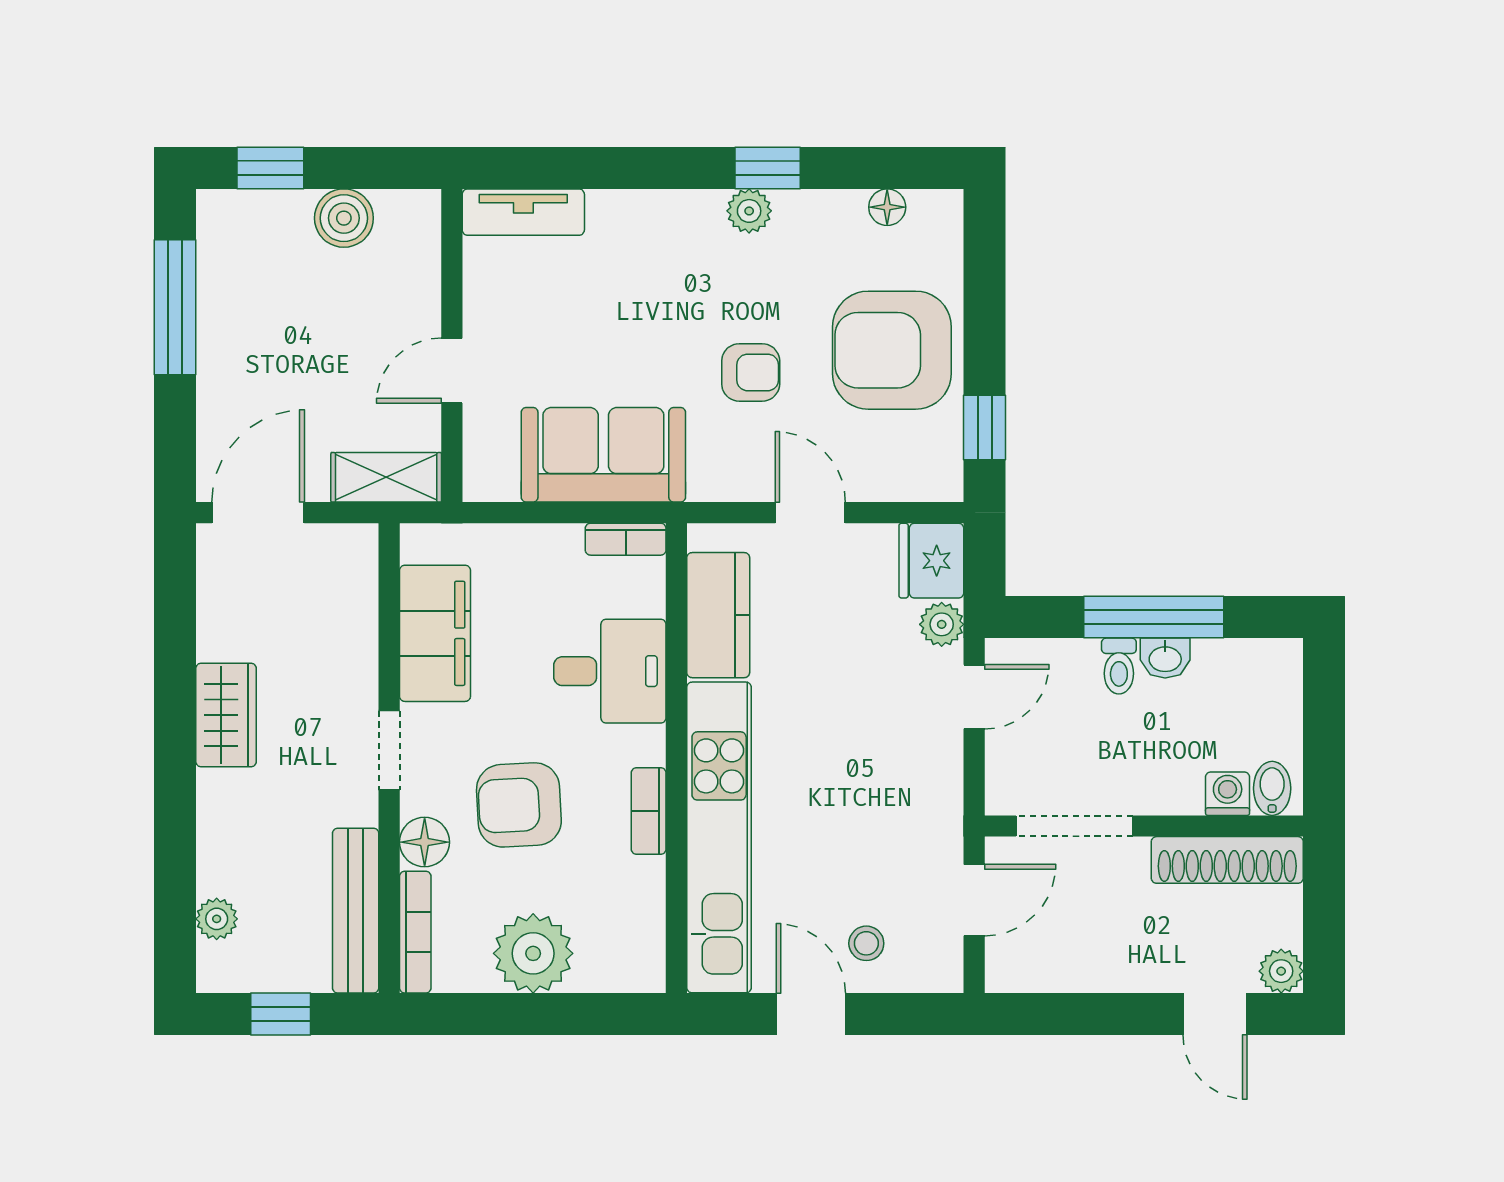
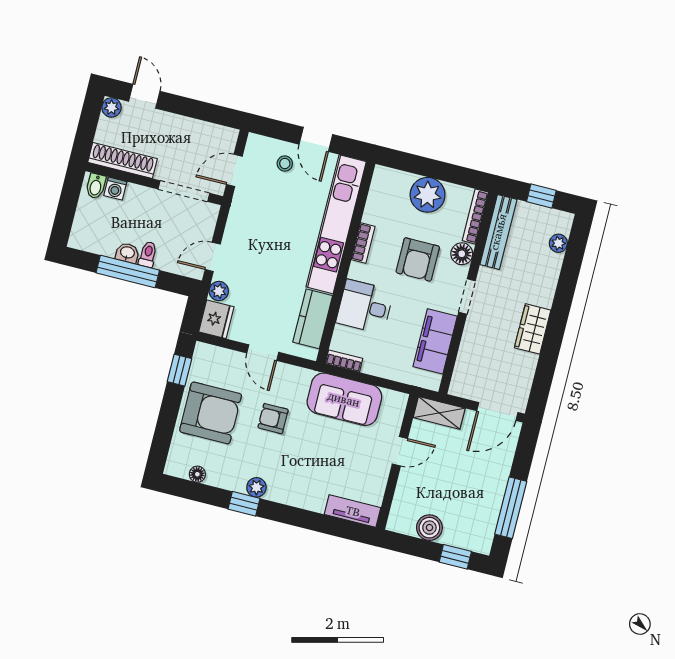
armchair: (519, 805) -> (418, 259), turned 93

